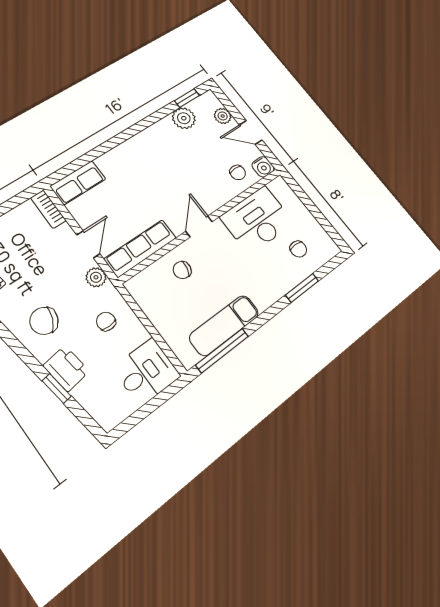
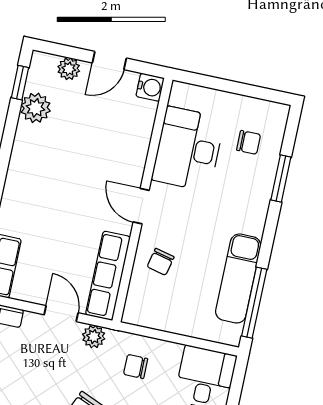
chair: (238, 172) -> (132, 117), removed

